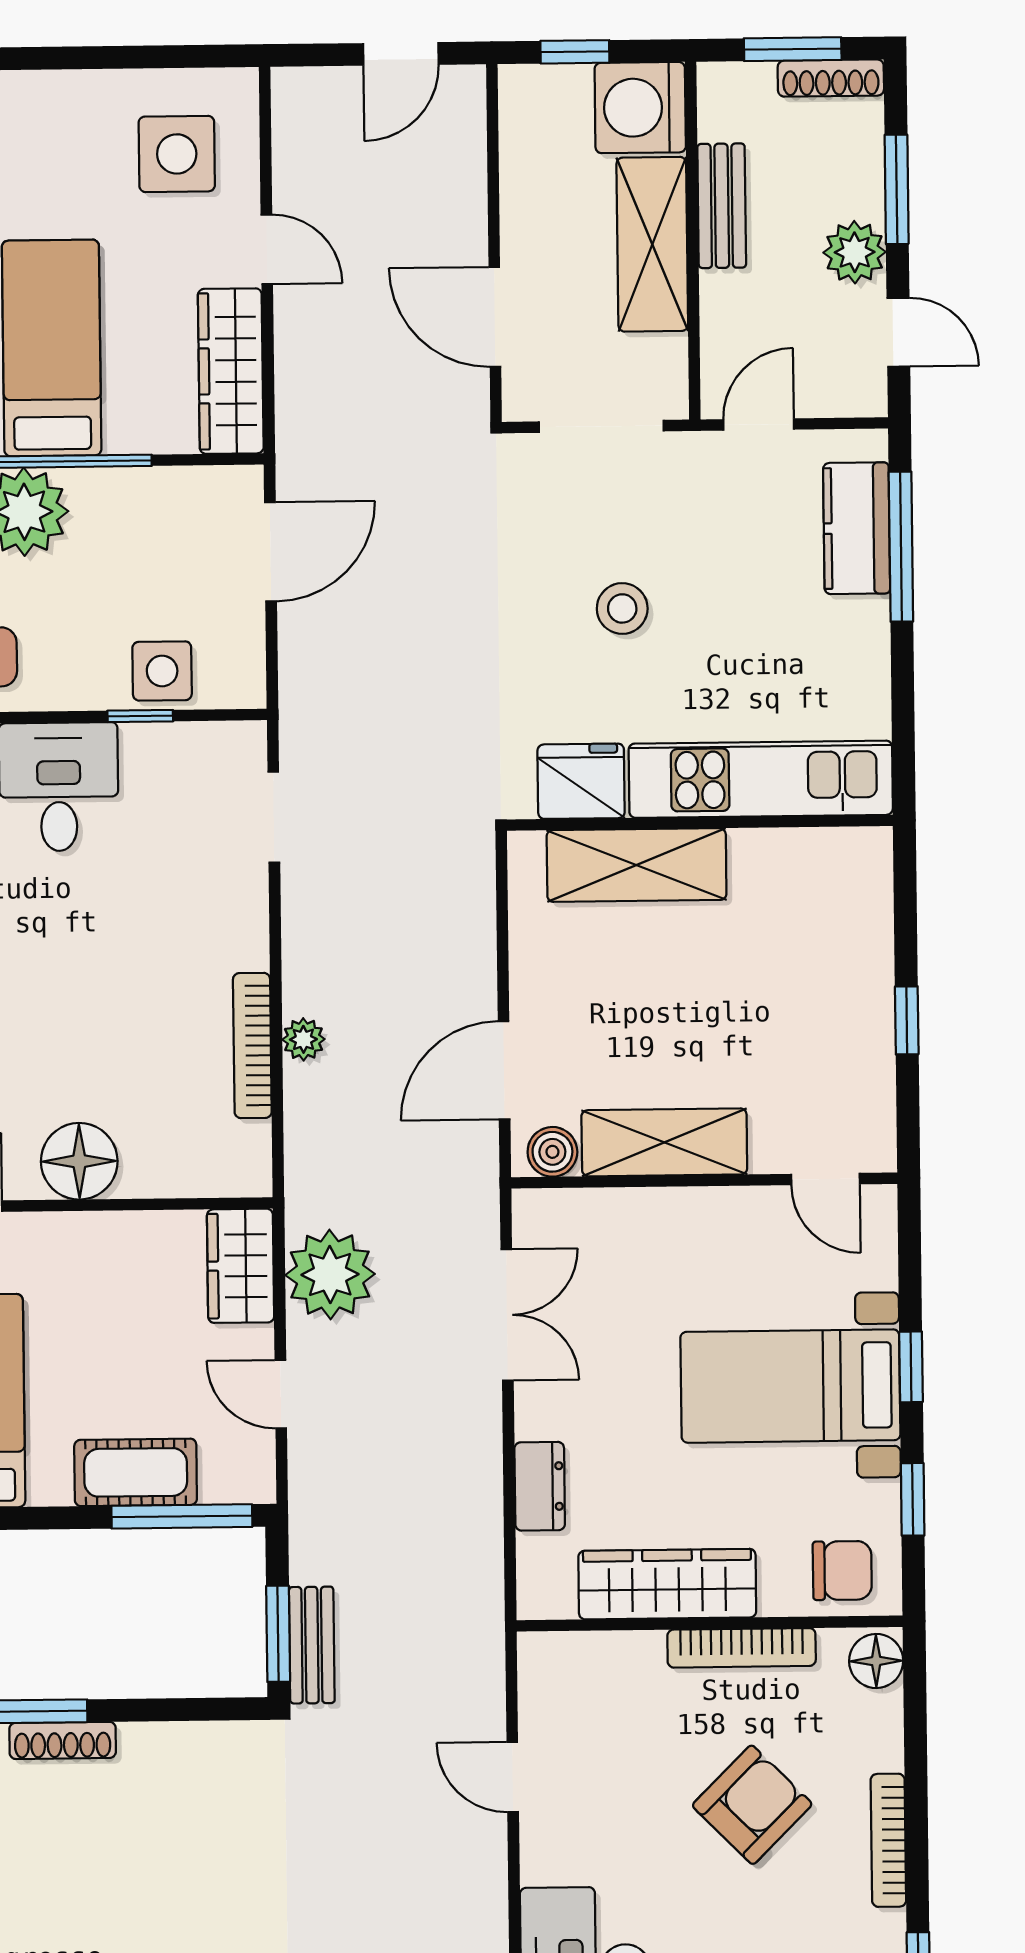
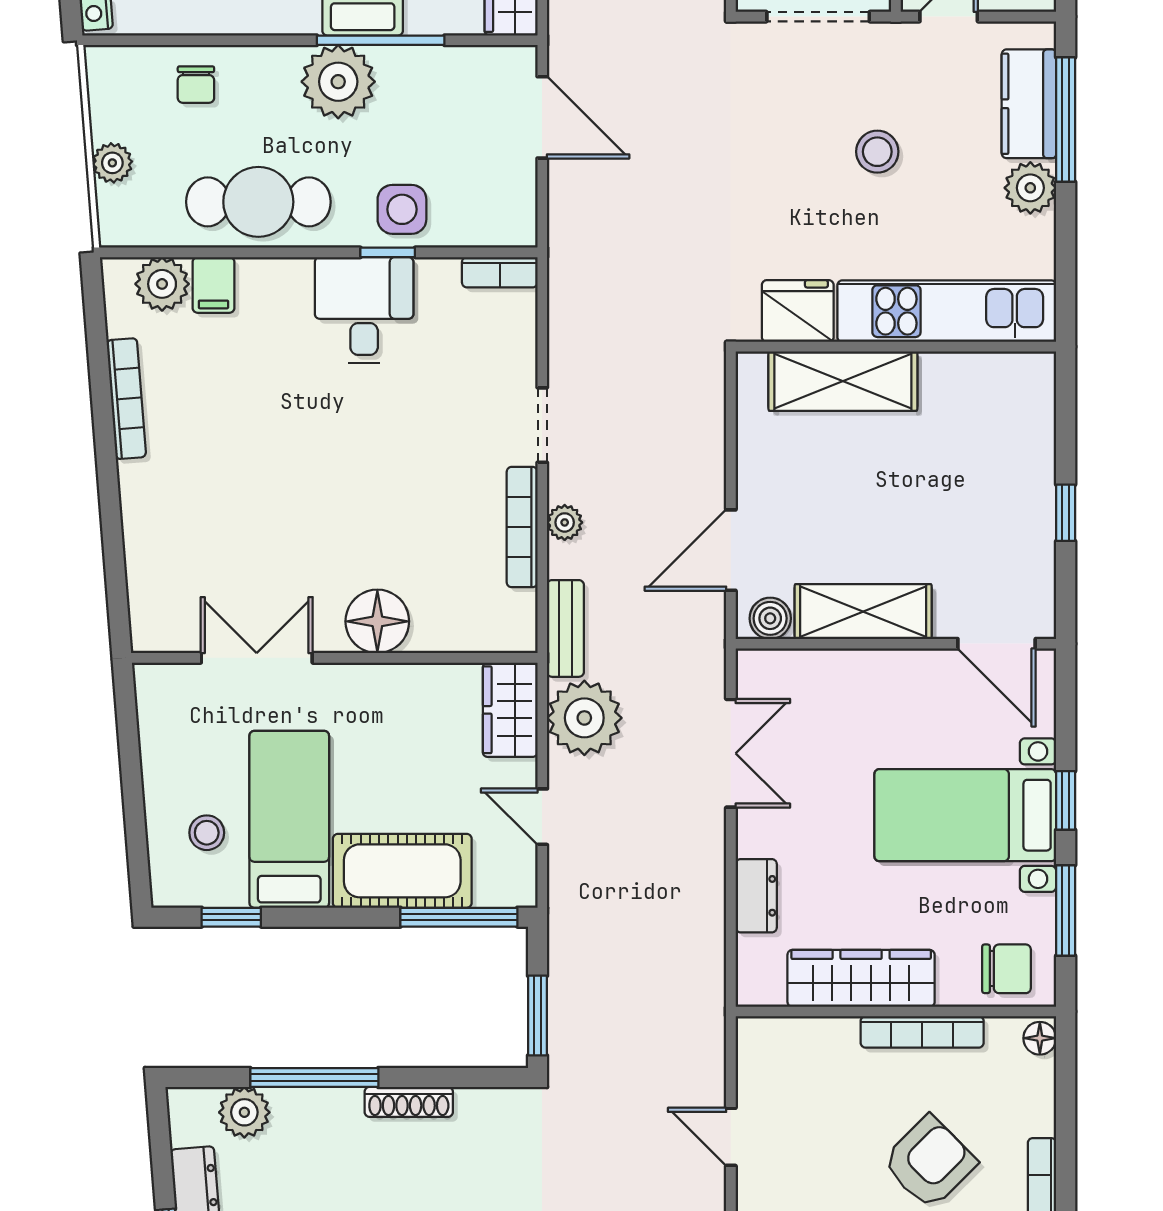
door: (271, 552) -> (542, 117), hinge flipped
stool: (622, 608) -> (877, 152), moved
plant: (859, 629) -> (1030, 188), added
side table: (162, 671) -> (402, 209), moved
window: (140, 716) -> (388, 252), moved
bookcase: (222, 739) -> (500, 272), added
doorway: (274, 817) -> (542, 425), moved
door: (826, 1179) -> (997, 644), width x1.38
cot: (136, 1472) -> (402, 871), width x1.37, depth x1.34
window: (913, 1499) -> (1066, 910), width x1.50
bench: (312, 1645) -> (565, 628), moved
floor lamp: (876, 1661) -> (1040, 1038), width x0.73, depth x0.73
shoe rack: (63, 1740) -> (409, 1102), moved

